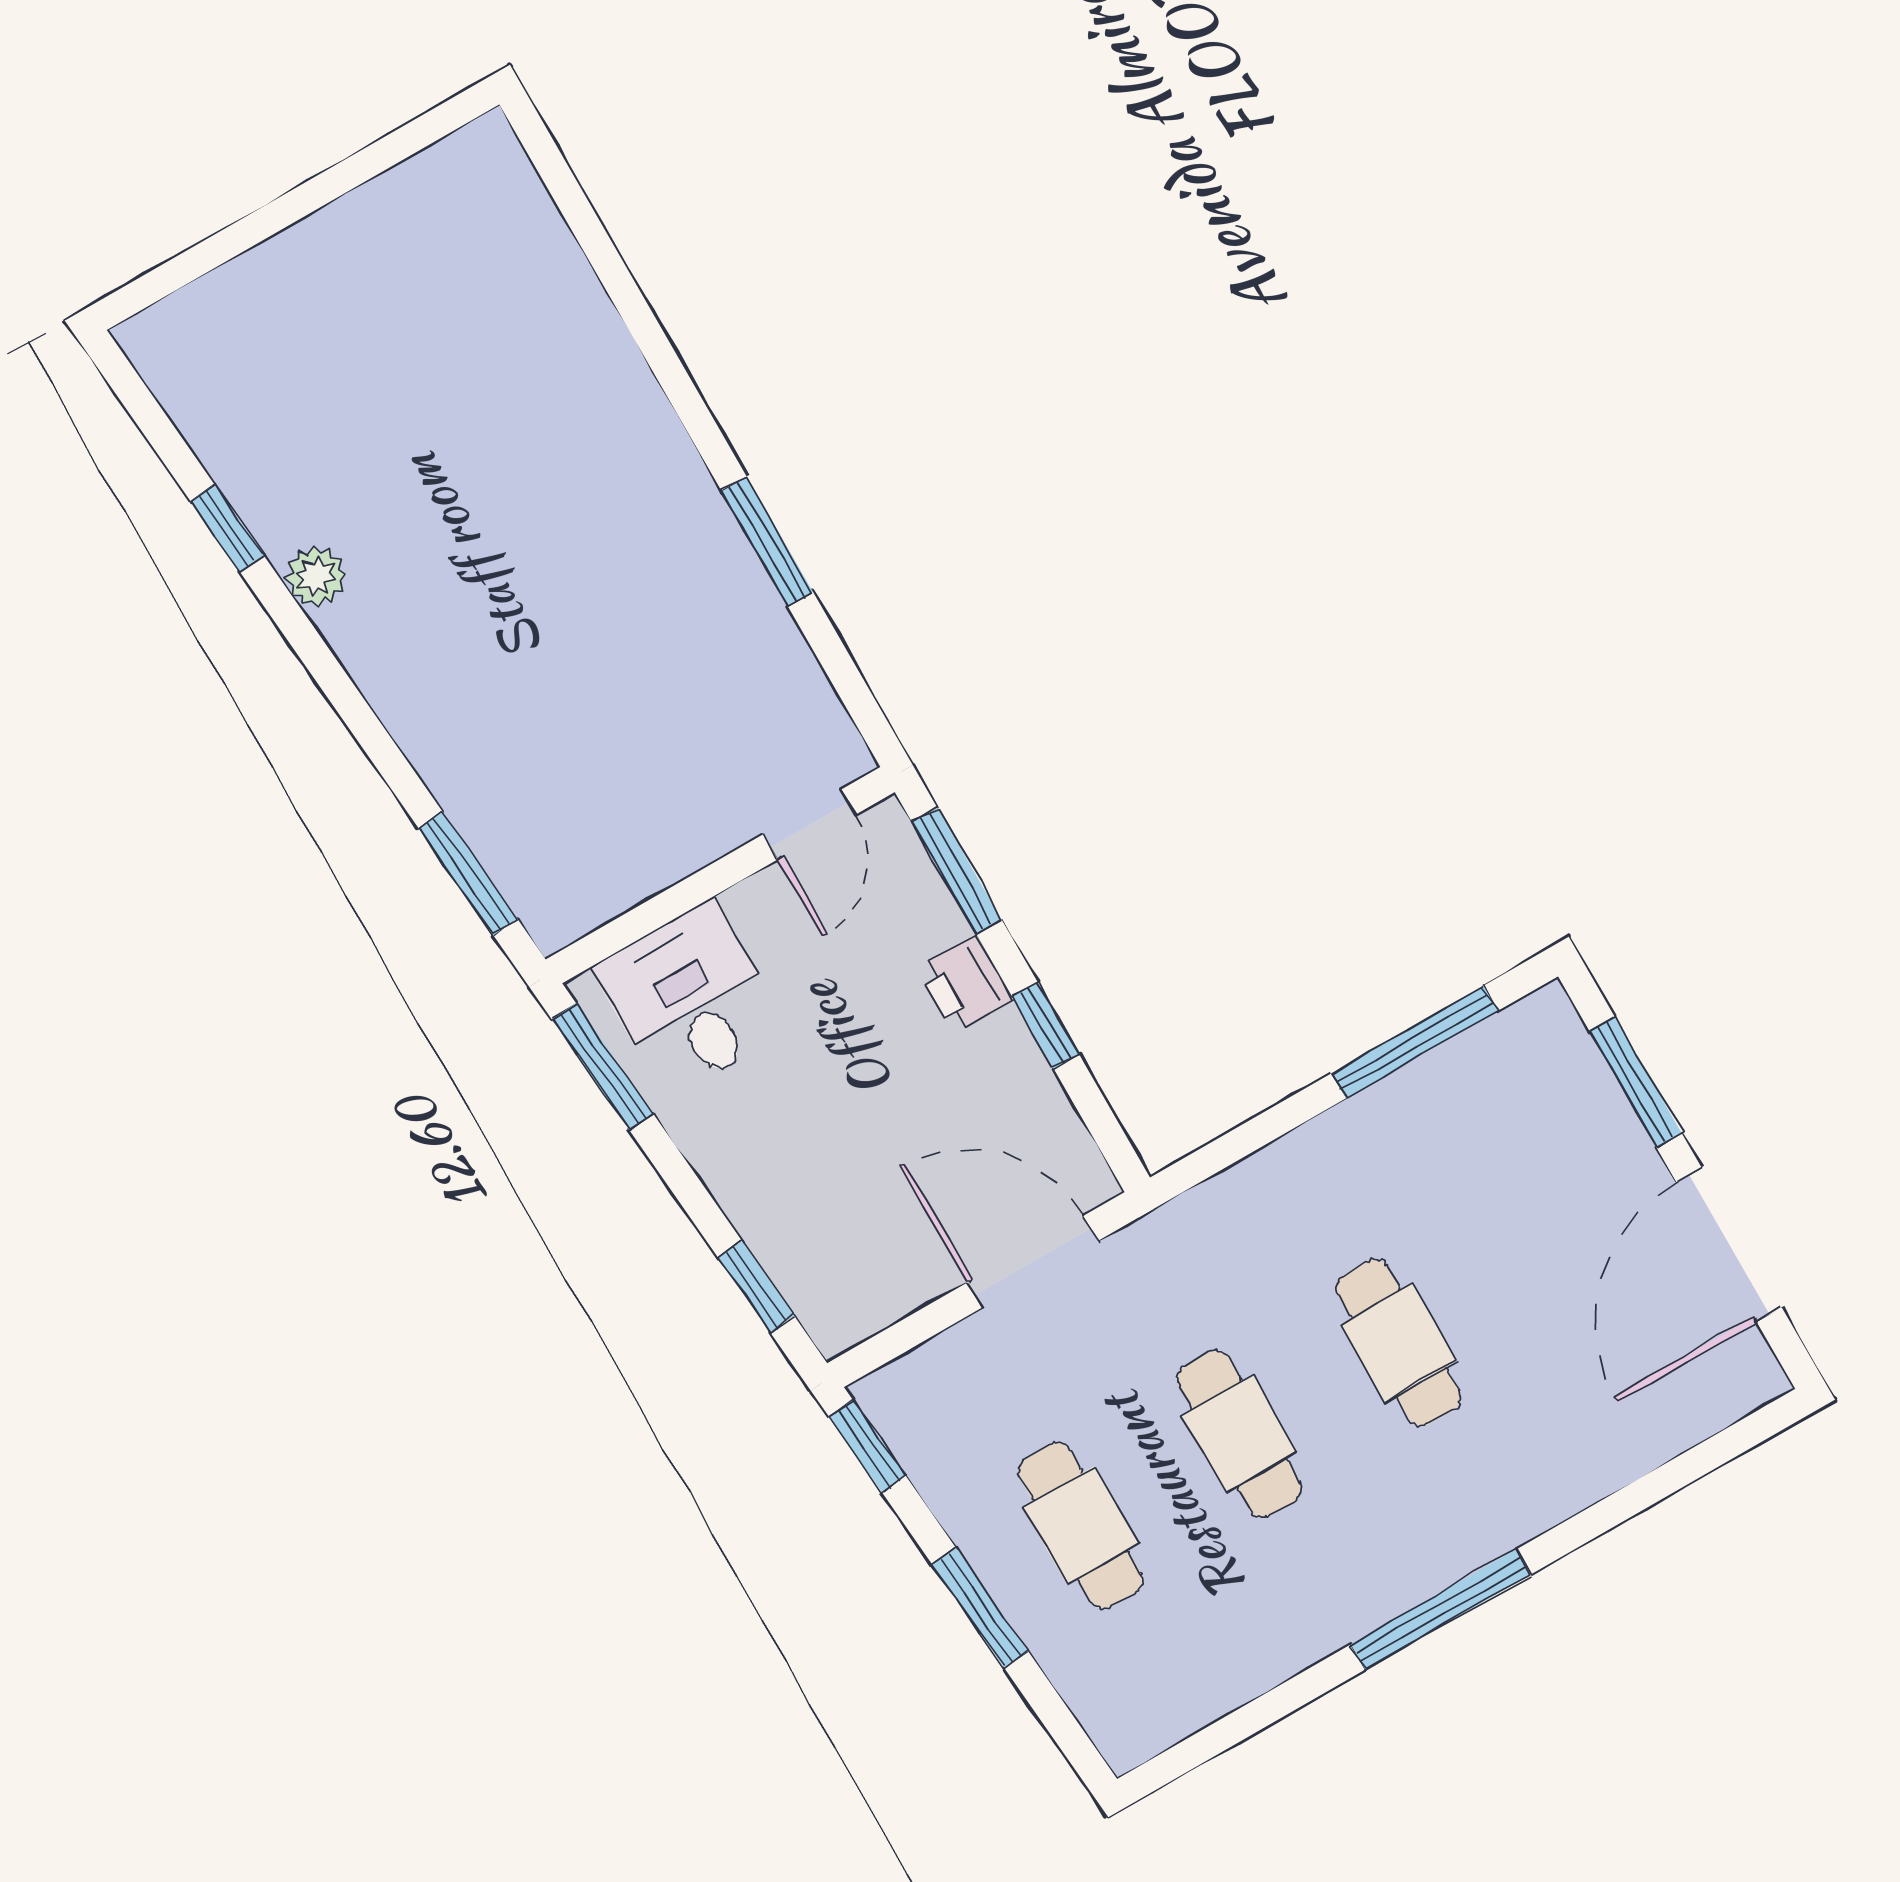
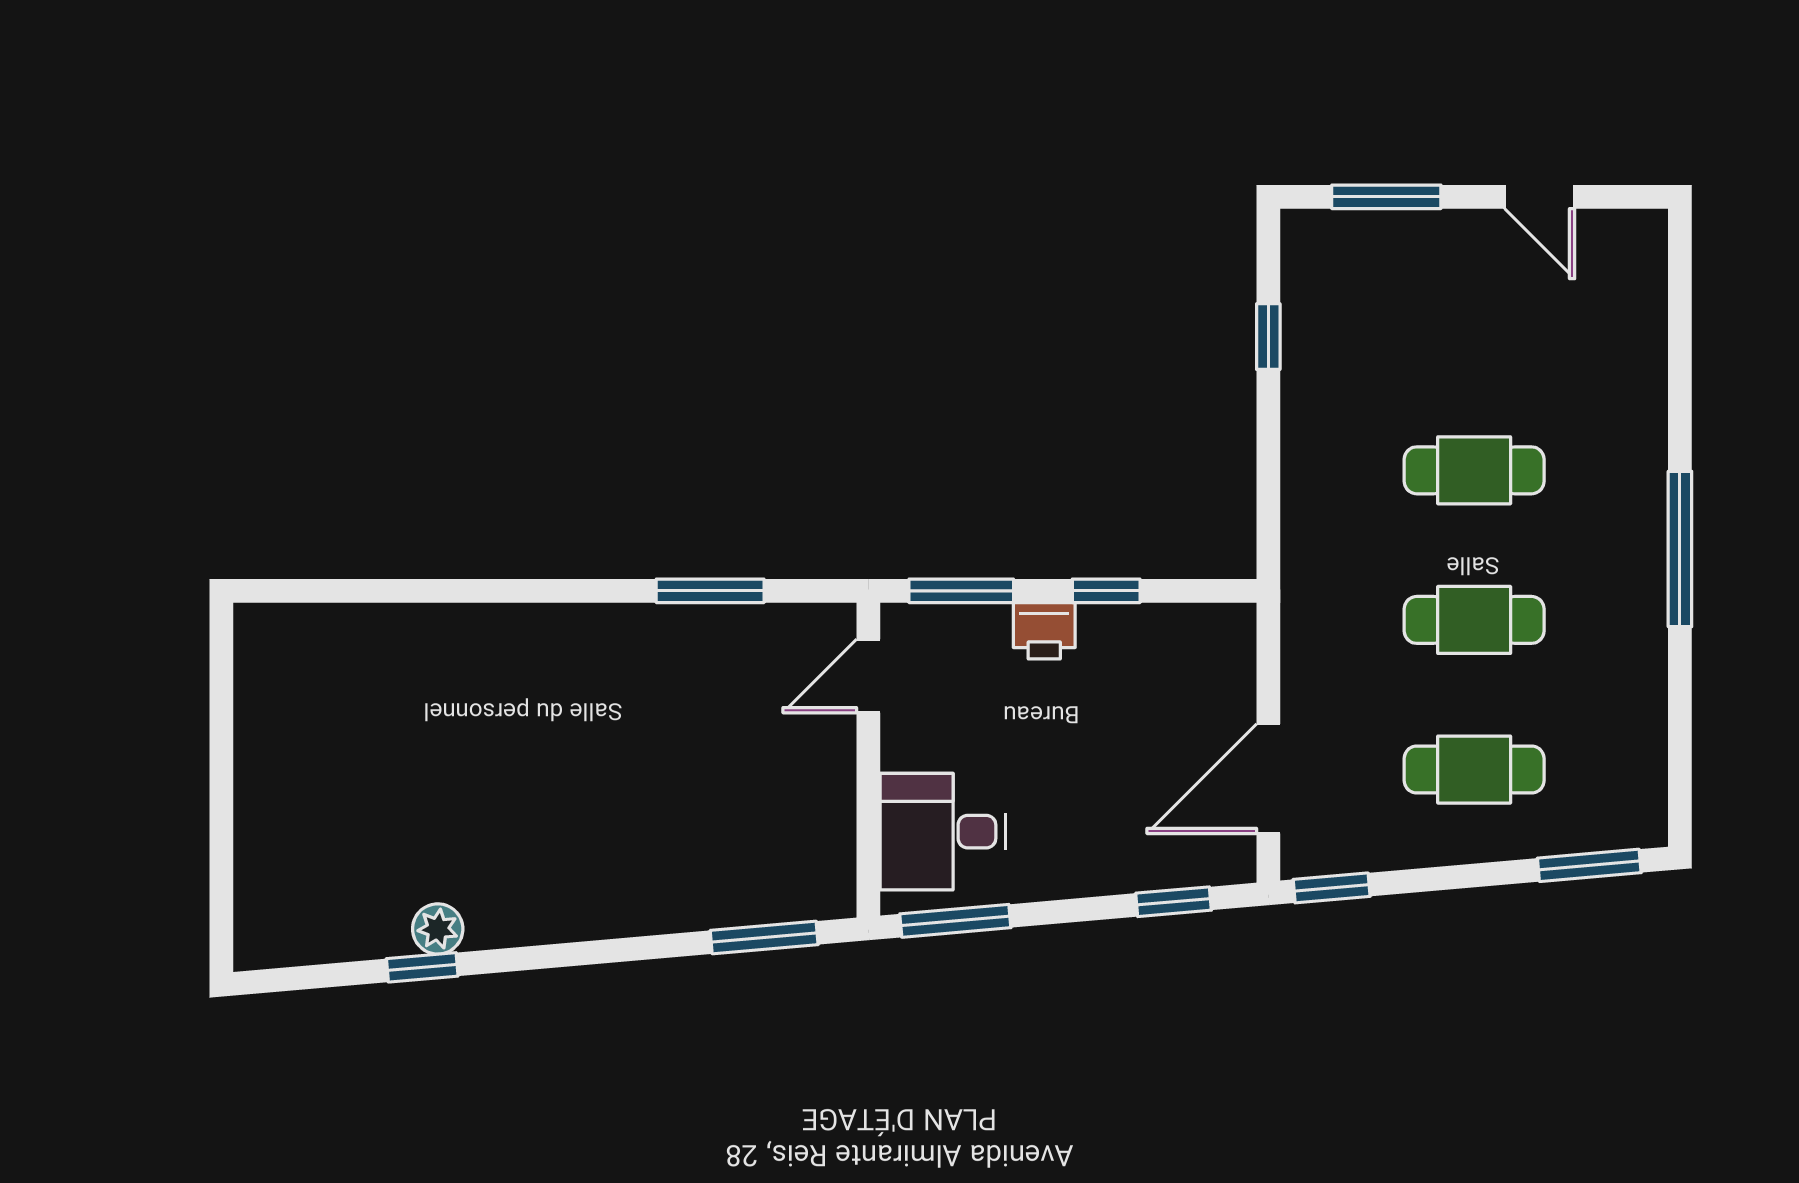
window: (767, 542) -> (710, 591), moved
plant: (316, 576) -> (438, 929), moved
door: (810, 824) -> (868, 676), swing flipped
window: (1415, 1042) -> (1268, 337), width x0.46
door: (1729, 1245) -> (1540, 197), width x0.53
door: (1032, 1262) -> (1268, 779), moved
window: (980, 1608) -> (1589, 865), moved

